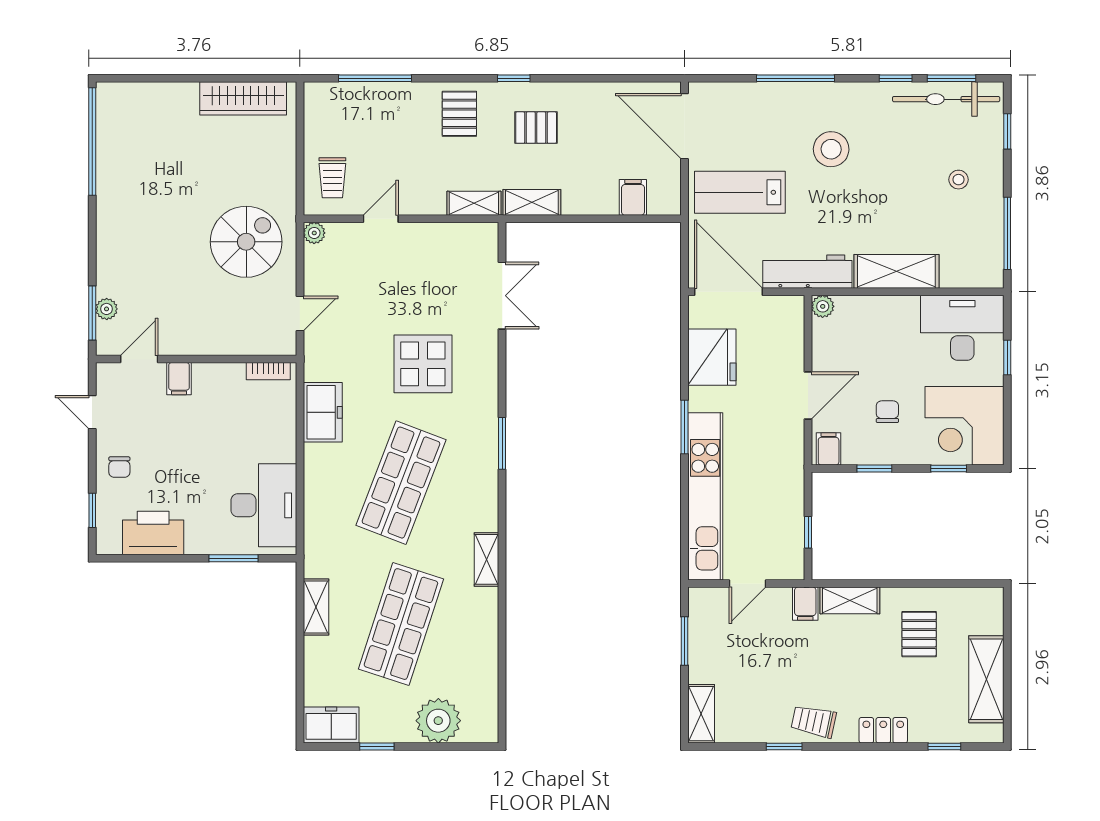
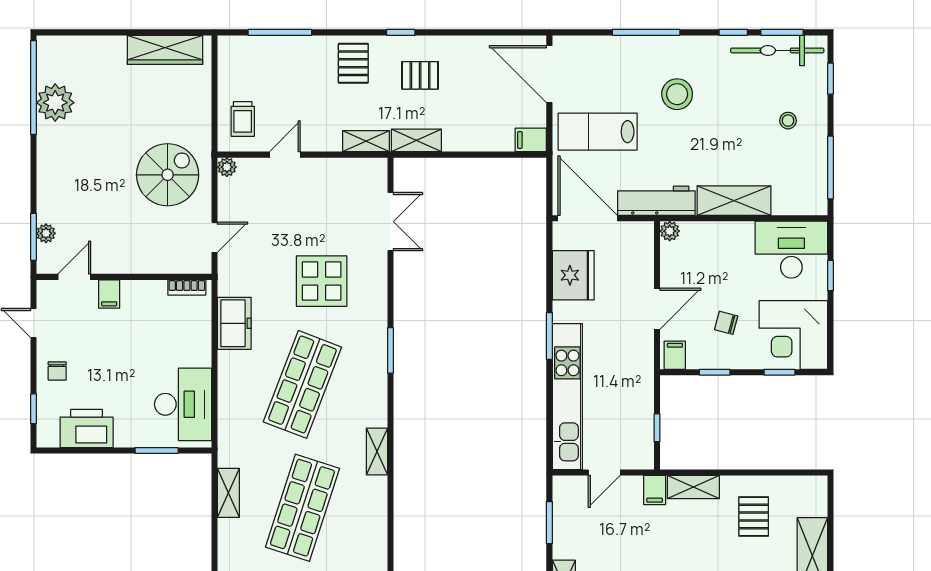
plant: (117, 159) -> (55, 103), added
filing cabinet: (633, 197) -> (531, 140), moved, turned -90
chair: (887, 412) -> (726, 323), turned -75

